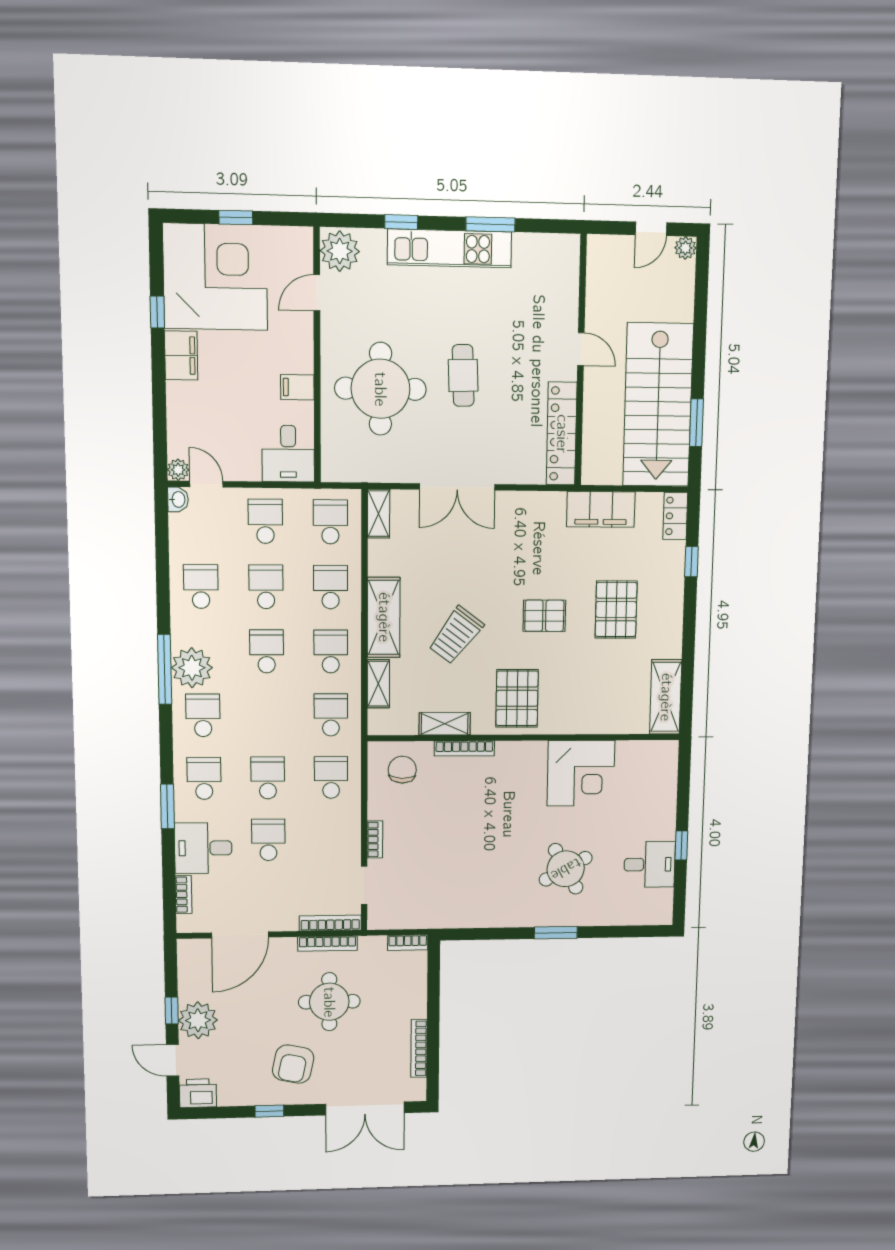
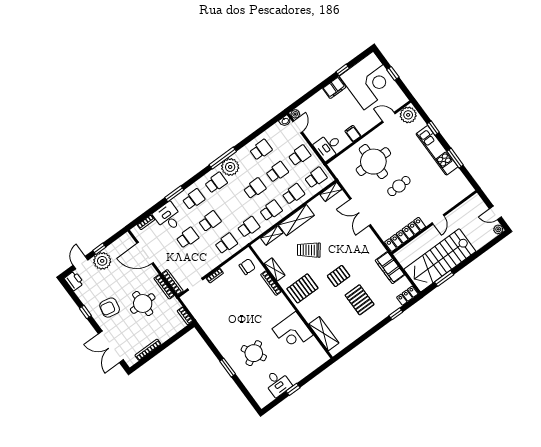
pallet: (616, 609) -> (360, 300), turned 90
pallet: (544, 616) -> (339, 276), turned 90
shelving: (666, 697) -> (324, 334), moved, turned 90

